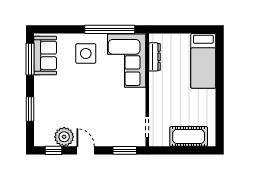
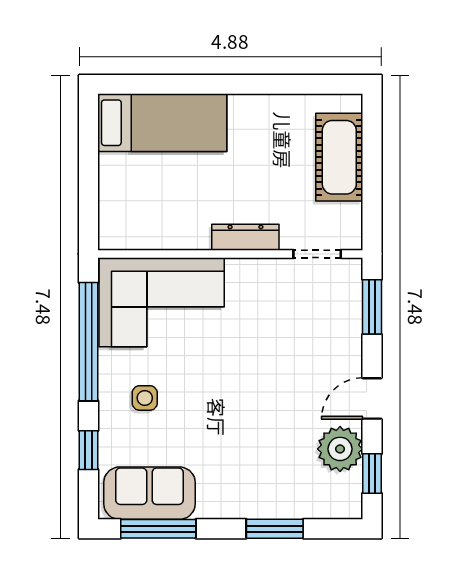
window: (64, 29) -> (89, 450), added
side table: (86, 53) -> (145, 398), width x0.54, depth x0.54
dresser: (154, 57) -> (245, 237), moved

